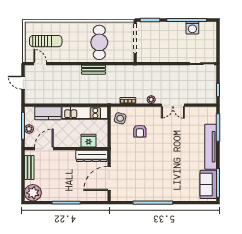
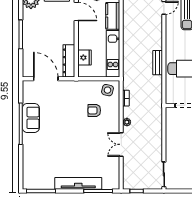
sofa: (208, 184) -> (31, 118), moved, turned 90

